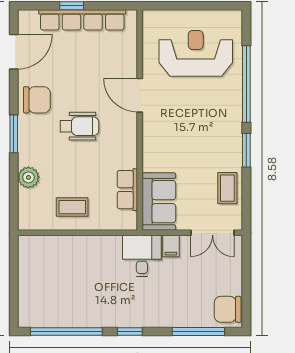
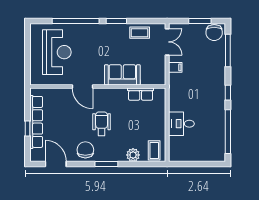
reception desk: (196, 53) -> (57, 52), turned 180
door: (140, 95) -> (83, 87), hinge flipped
sofa: (159, 202) -> (122, 75), moved
coffee table: (72, 207) -> (154, 150), moved
desk: (142, 256) -> (181, 124), moved
window: (246, 286) -> (200, 21), added

